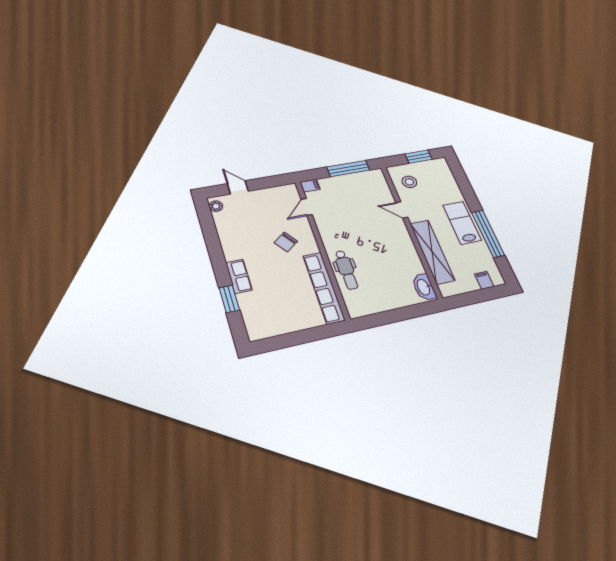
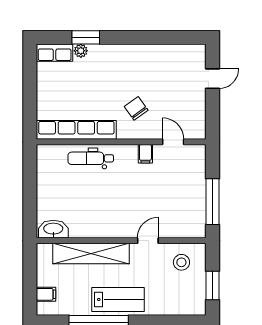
filing cabinet: (310, 186) -> (145, 154), moved
plant: (216, 206) -> (81, 51), moved
row of seats: (239, 276) -> (55, 53), moved

